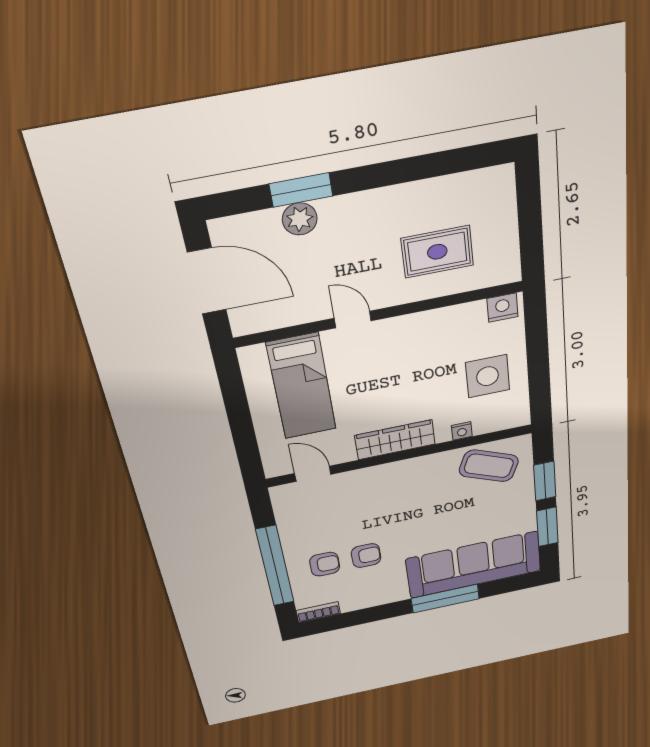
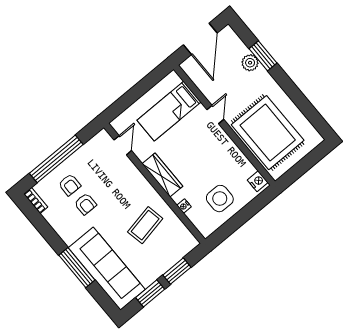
rug: (437, 252) -> (268, 133), width x1.86, depth x2.06
coffee table: (489, 466) -> (145, 225), moved, turned 56

